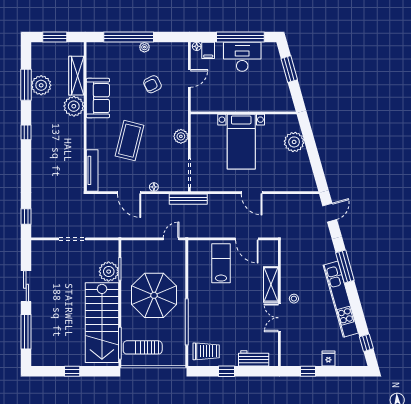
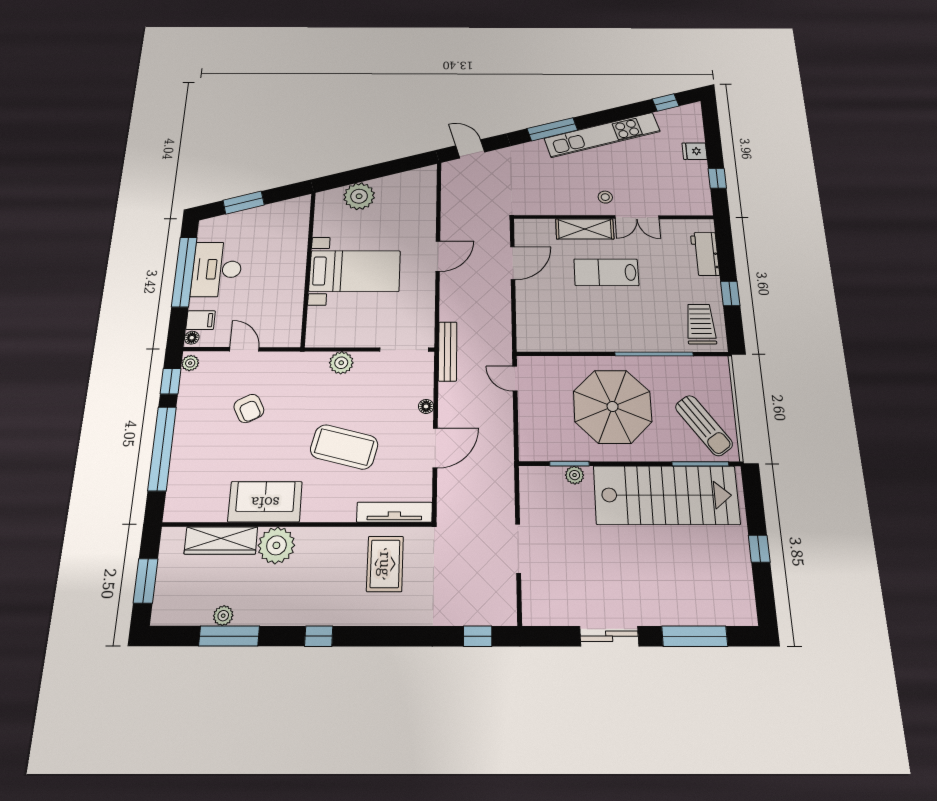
window: (169, 37) -> (171, 381), added
plant: (144, 47) -> (190, 363), moved
plant: (41, 85) -> (223, 616), width x0.53, depth x0.53
rug: (64, 166) -> (385, 564), added
lab bench: (221, 263) -> (606, 272), moved
plant: (109, 272) -> (575, 475), width x0.53, depth x0.53
sun lounger: (143, 347) -> (704, 425), turned -36

